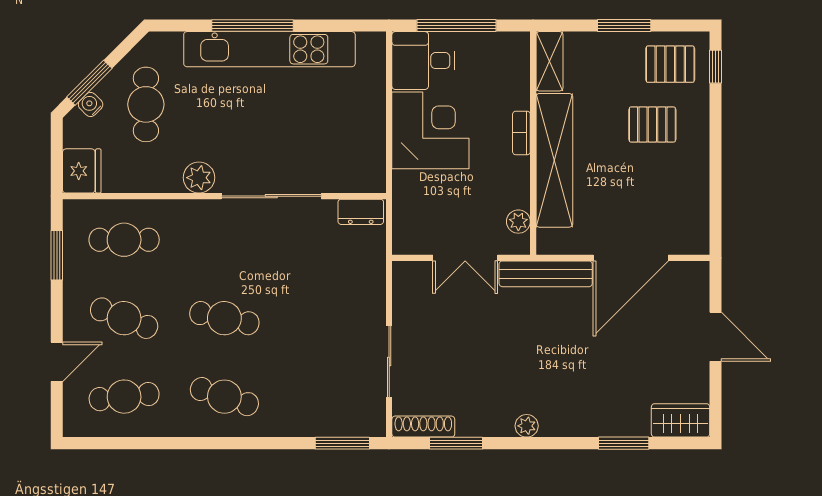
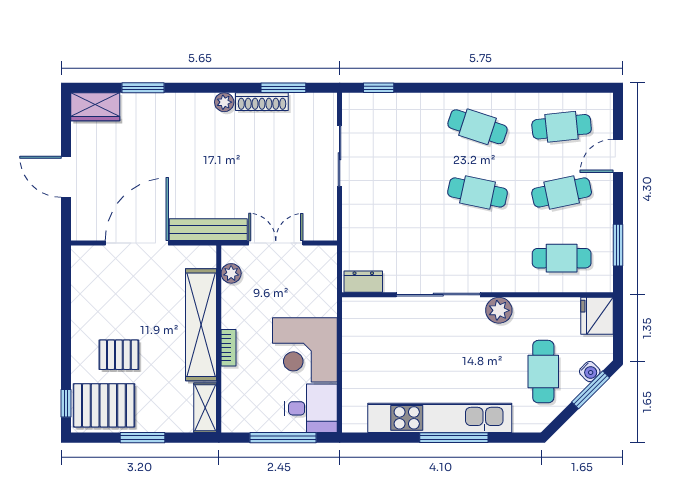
pallet: (670, 64) -> (104, 405), width x1.50, depth x1.42
cafe table: (124, 318) -> (562, 192), turned -33
shoe rack: (423, 427) -> (262, 102), moved
window: (342, 443) -> (379, 88), width x0.67

